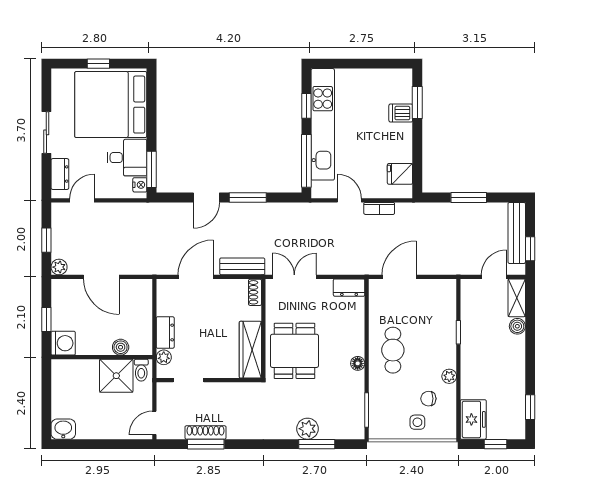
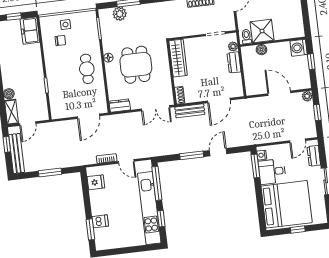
dining table: (294, 351) -> (136, 65), moved
plant: (449, 376) -> (49, 56), removed
plant: (307, 429) -> (120, 14), moved

